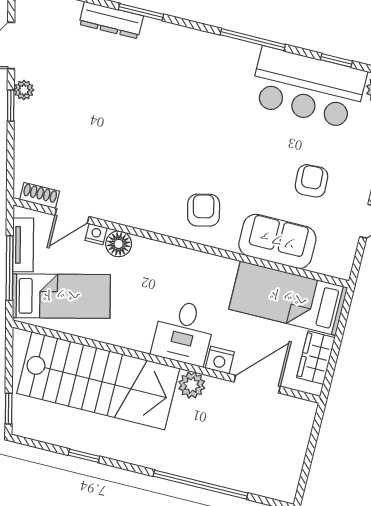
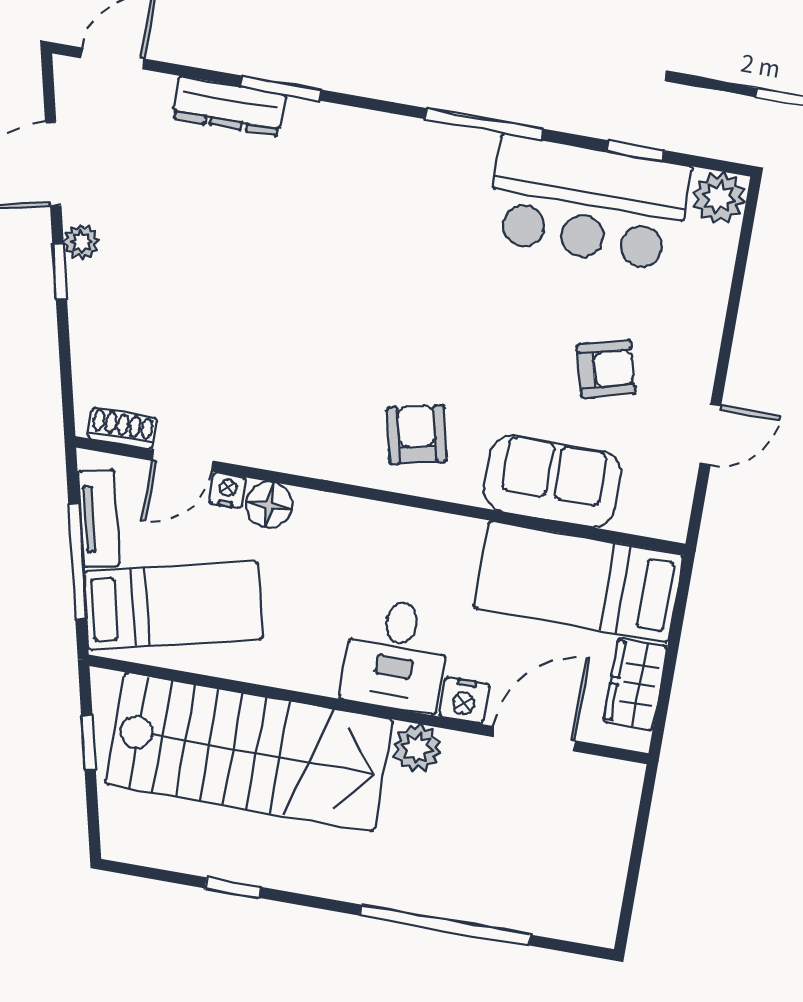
armchair: (311, 181) -> (606, 369), turned 78
window: (9, 409) -> (88, 742), moved

